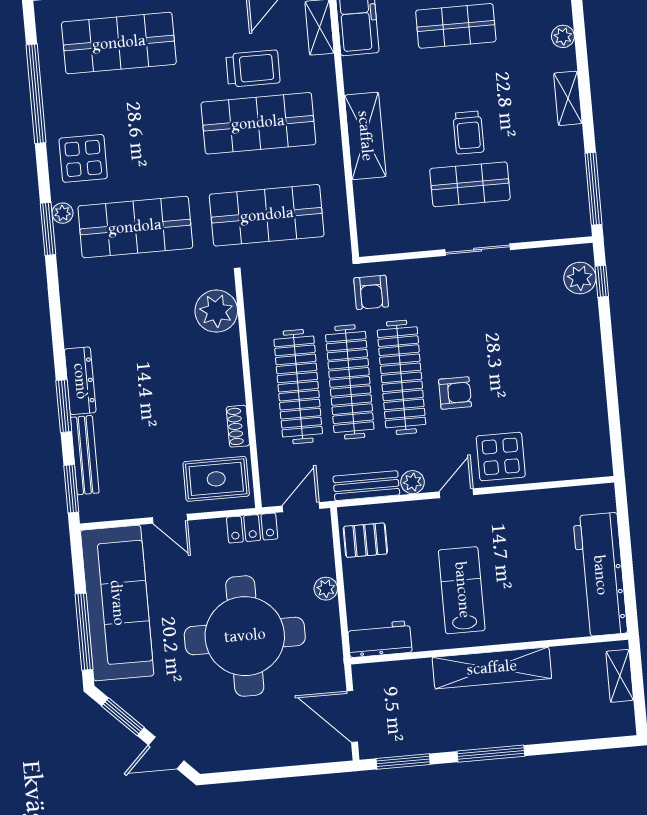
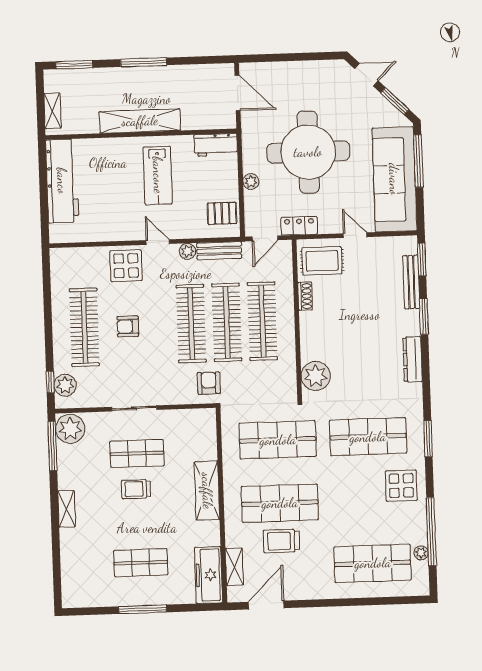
plant: (563, 36) -> (70, 429), moved, width x1.88, depth x1.88
trolley: (469, 133) -> (136, 489), turned -90
plant: (63, 213) -> (421, 553), moved
clothes rail: (556, 363) -> (84, 327), added
dresser: (80, 381) -> (413, 359), moved
armchair: (455, 393) -> (128, 326), moved
door: (456, 493) -> (158, 242), swing flipped
window: (403, 761) -> (74, 65), moved

